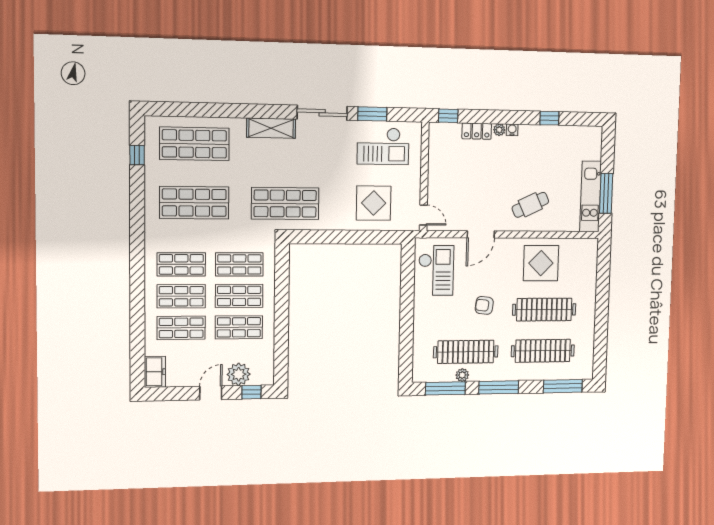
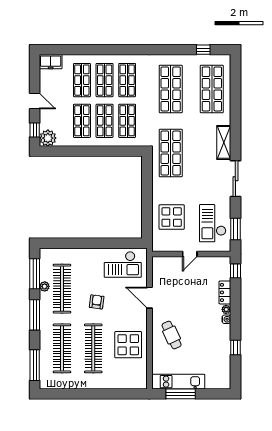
window: (372, 114) -> (235, 229), moved
door: (423, 215) -> (190, 254), moved
plant: (239, 374) -> (48, 138), moved

